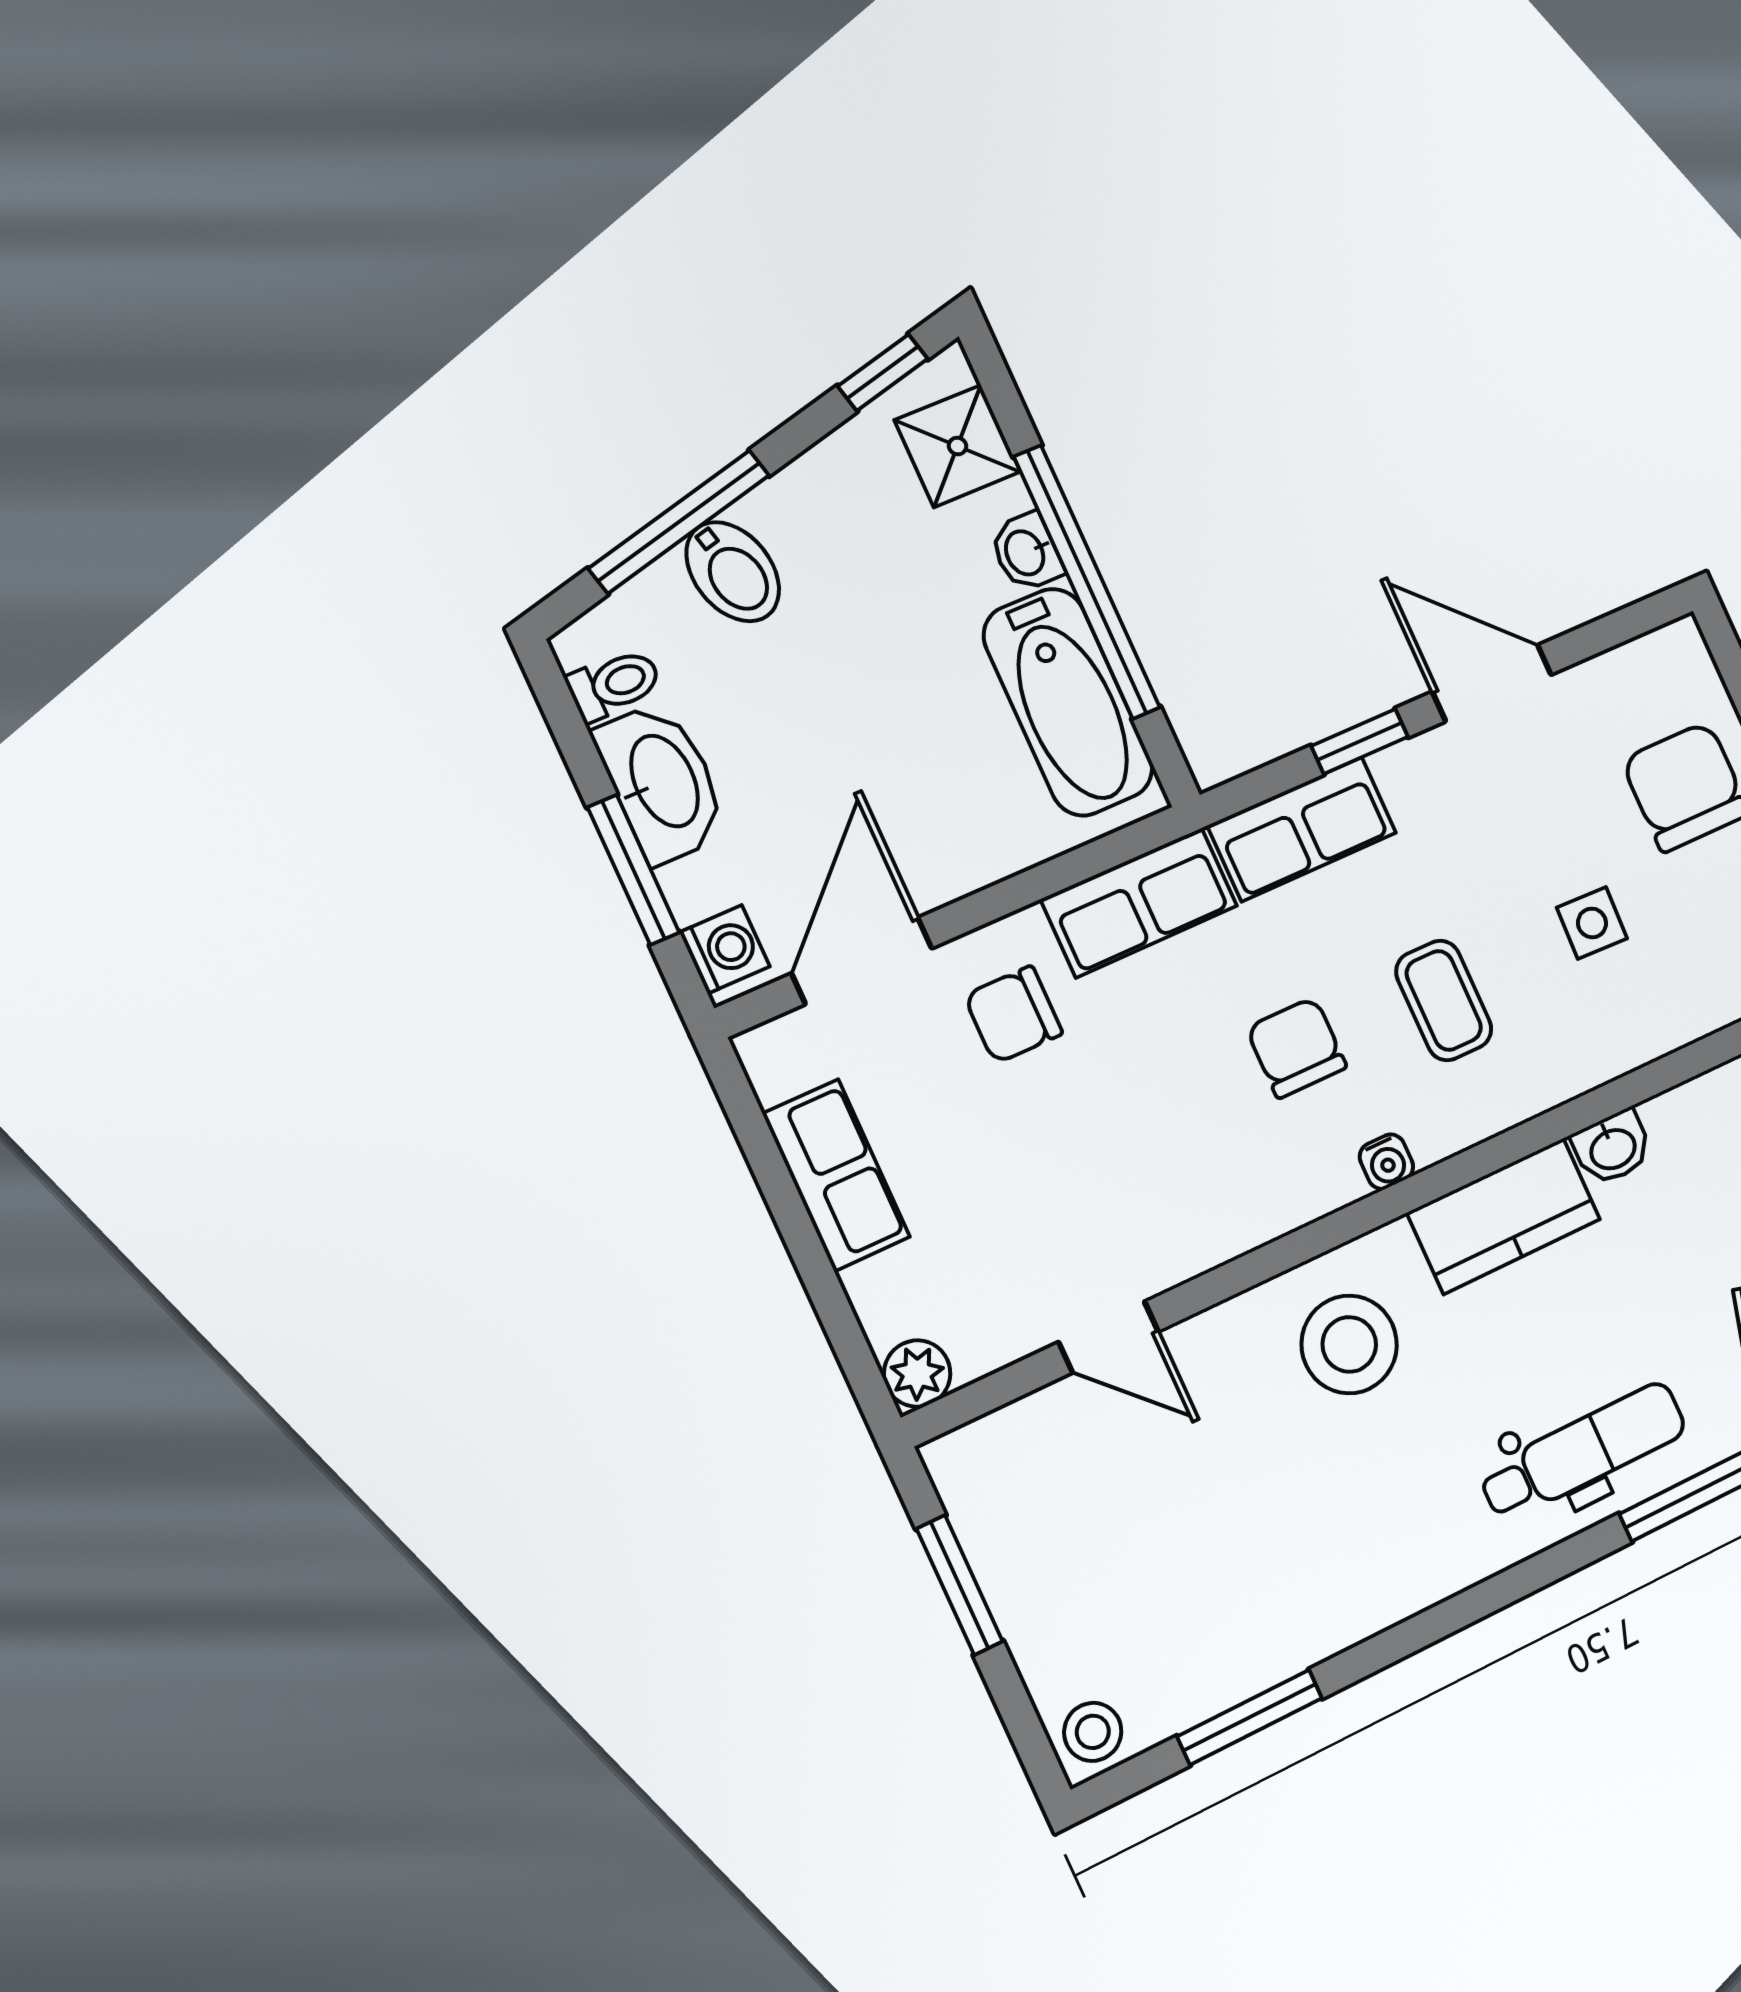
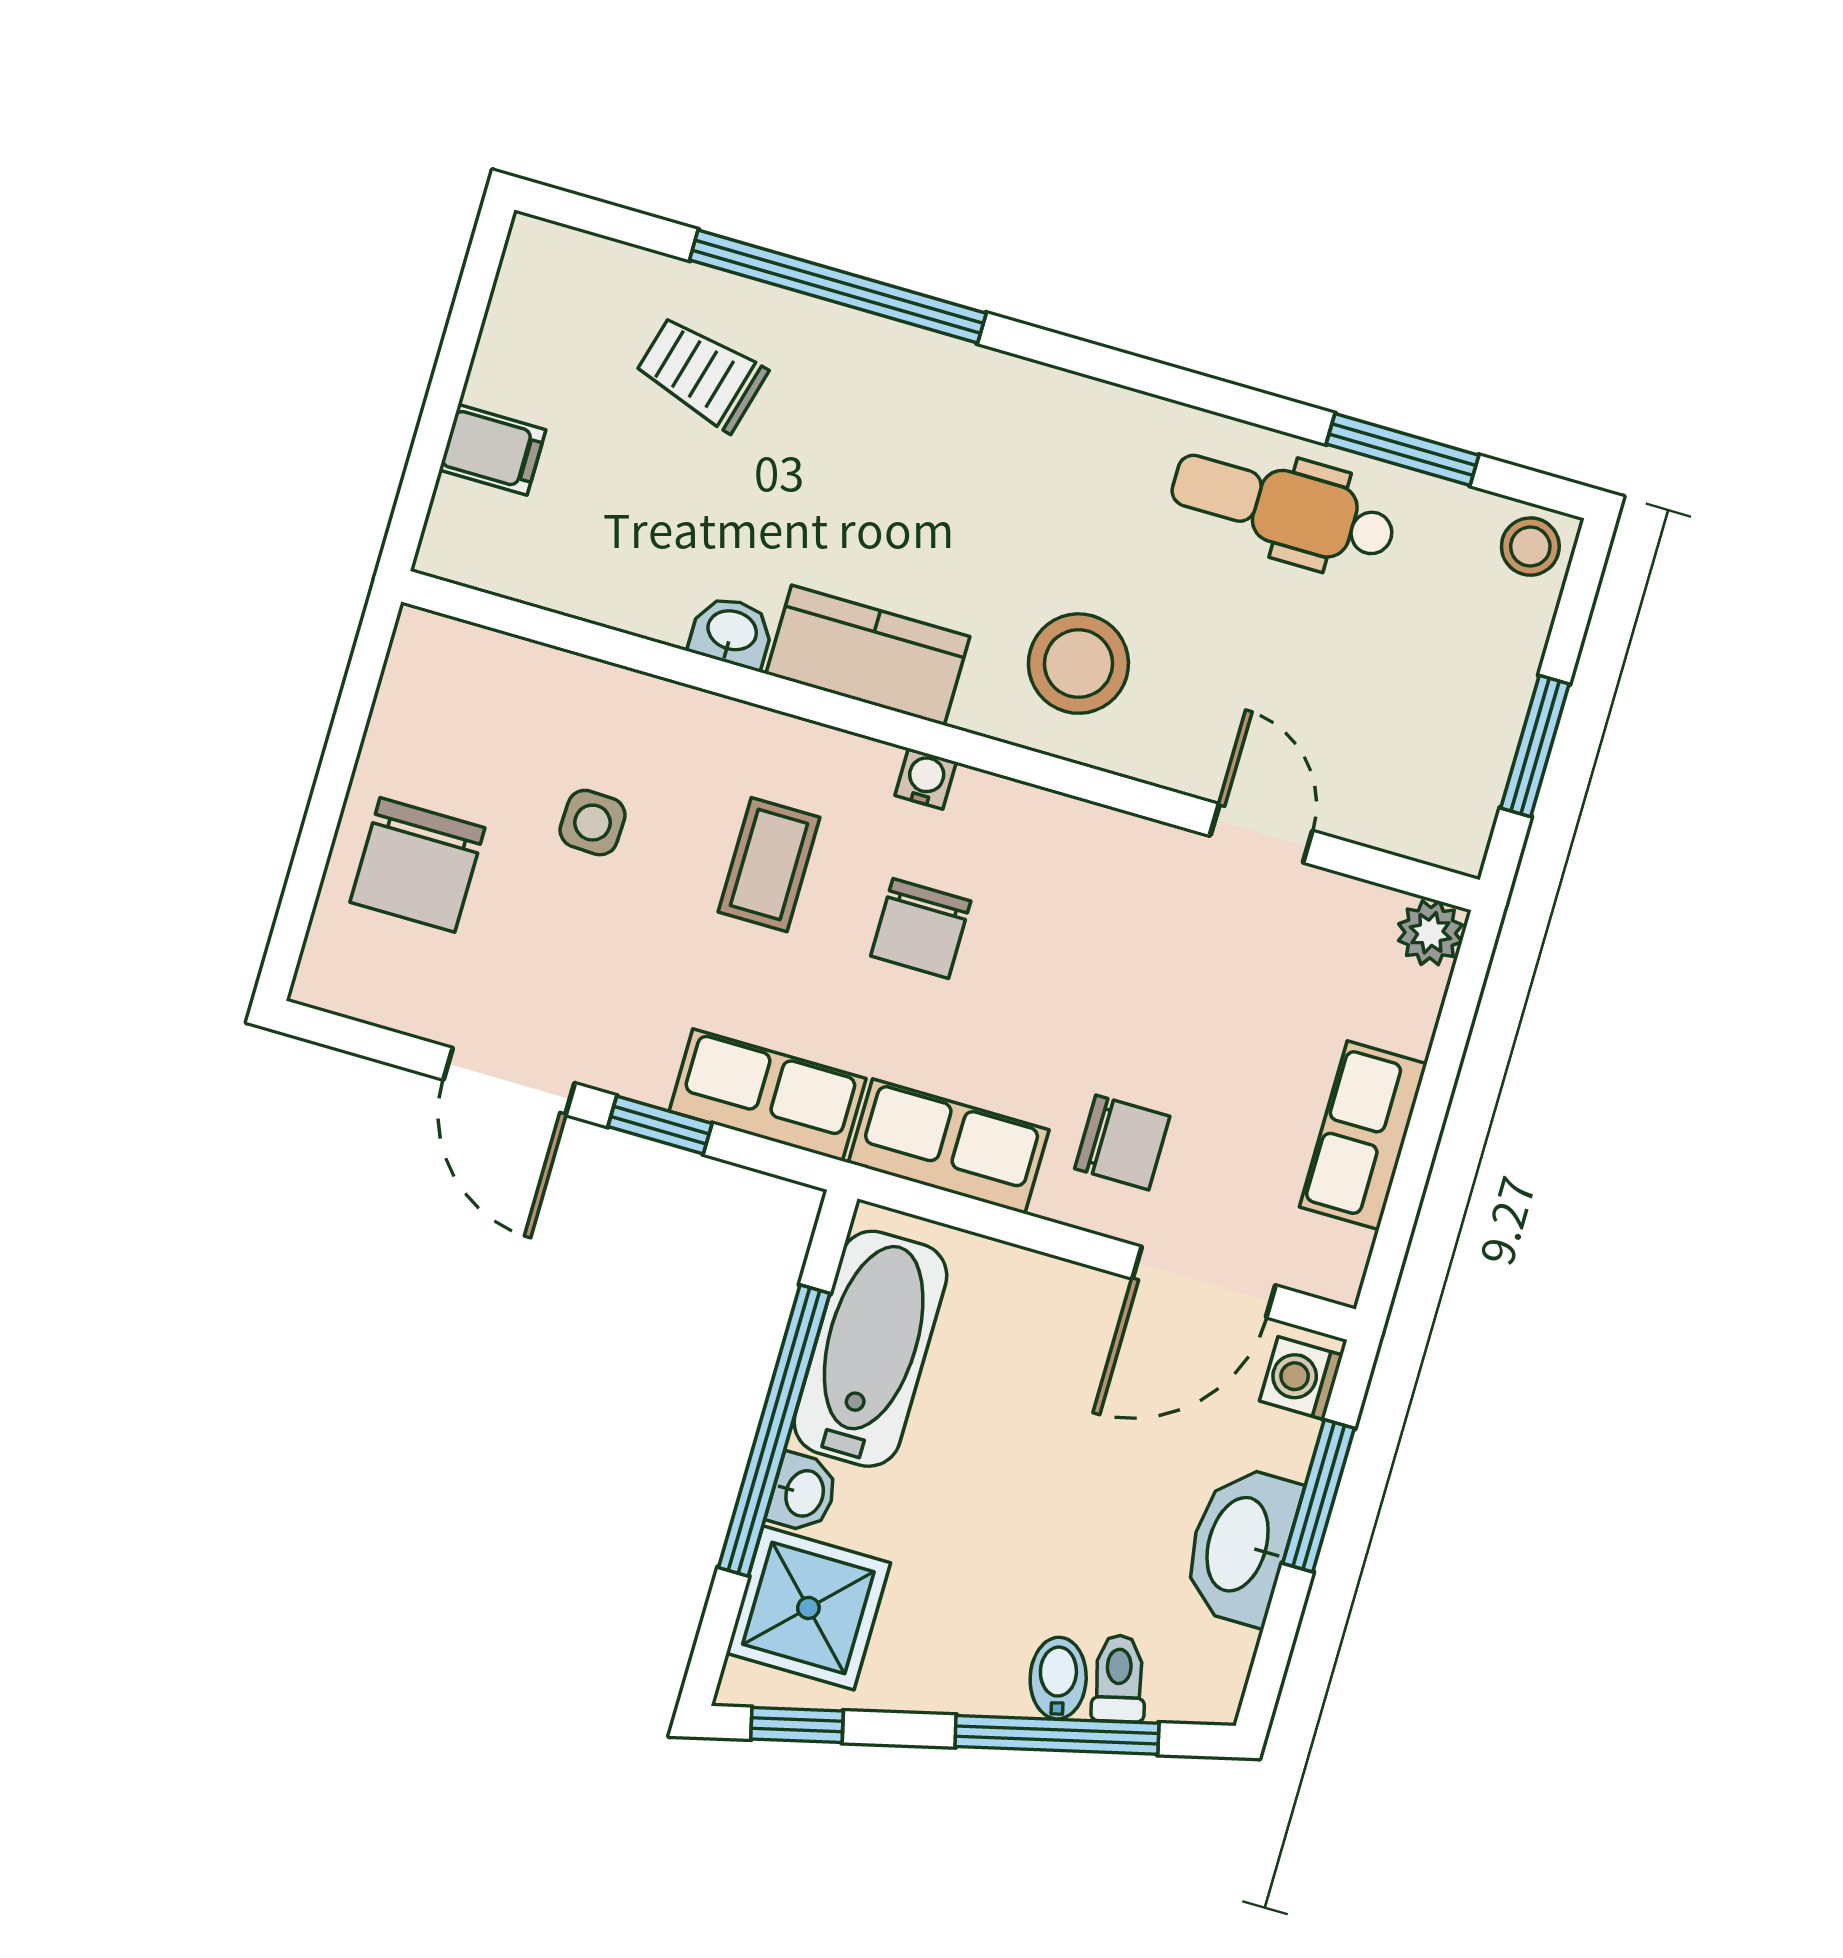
shower: (958, 446) -> (808, 1608), width x1.36, depth x1.36
bidet: (733, 572) -> (1058, 1678), width x0.72, depth x0.74
toilet: (614, 684) -> (1119, 1678), moved, turned 76
dental chair: (1583, 1452) -> (1283, 507), moved

